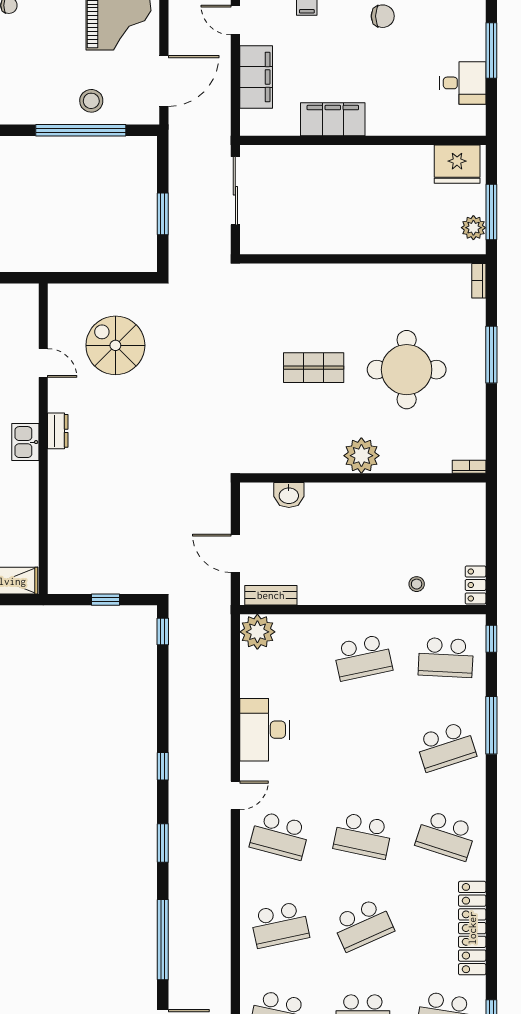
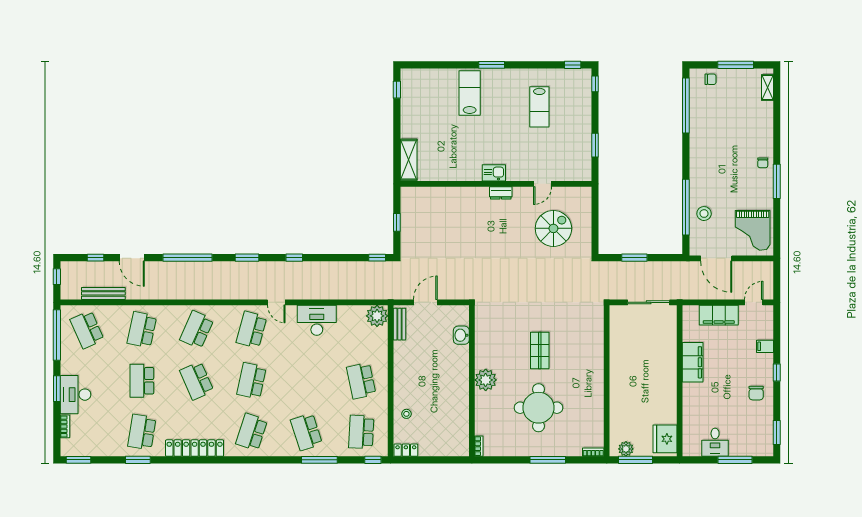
school desk: (280, 925) -> (197, 330), turned 36

